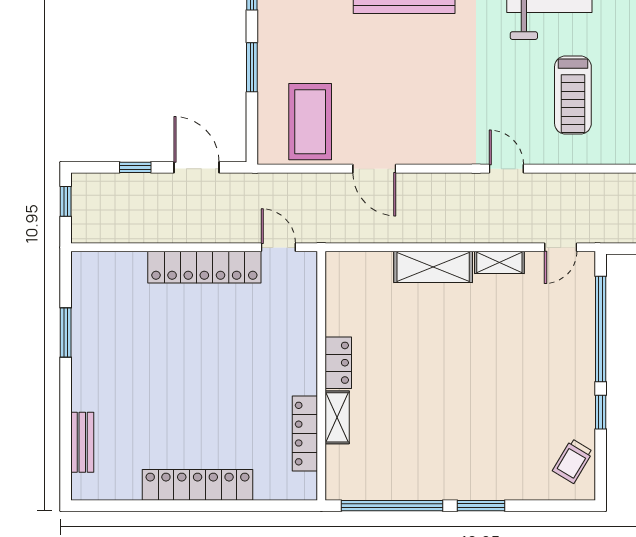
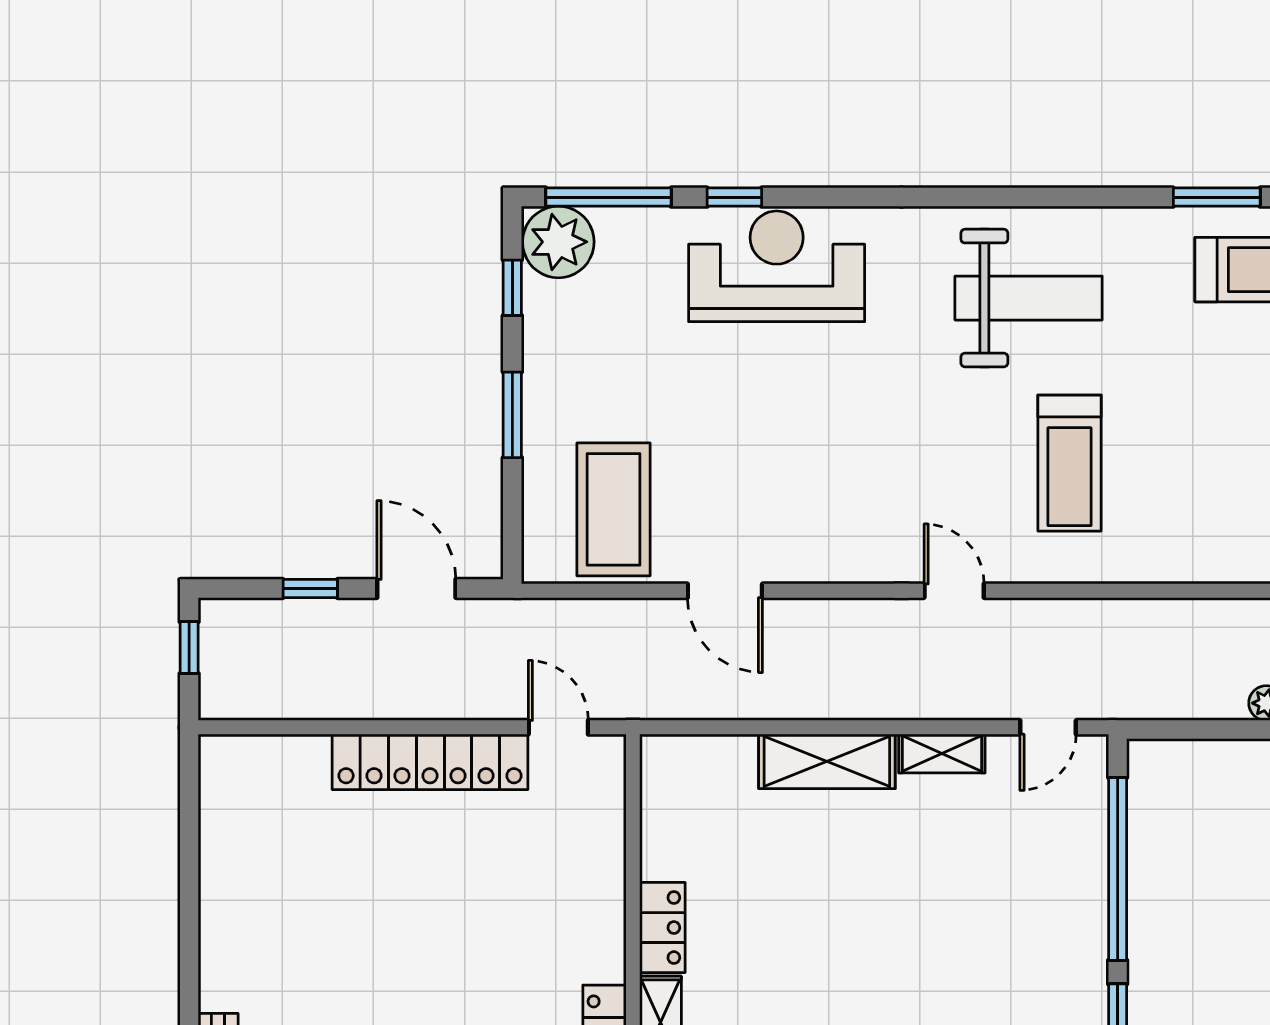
window: (66, 332) -> (189, 875), removed

